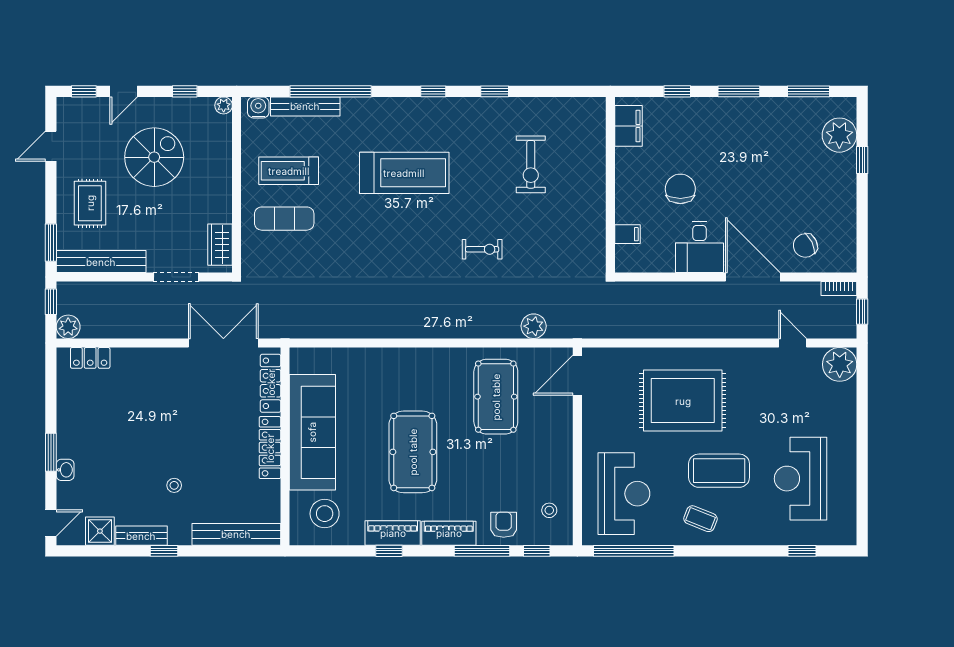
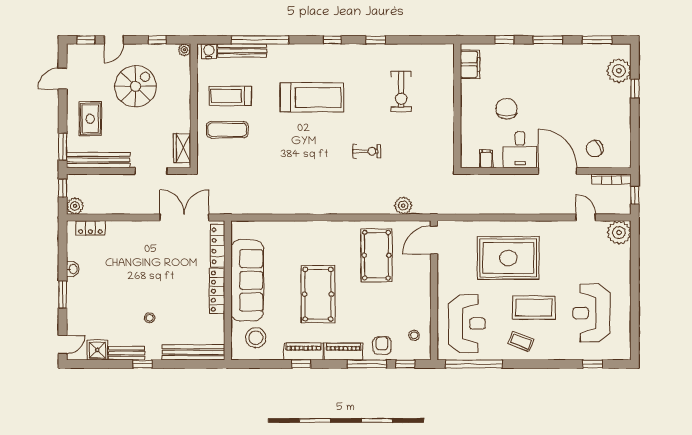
filing cabinet: (627, 234) -> (486, 159), moved, turned -90
bookcase: (839, 289) -> (611, 179), width x1.56
washbasin: (65, 470) -> (73, 269), moved

